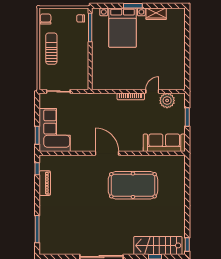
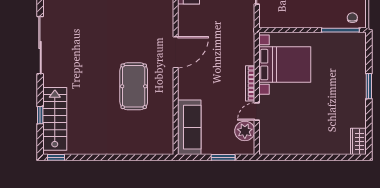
wardrobe: (156, 14) -> (358, 141), moved
bed with nightstands: (123, 28) -> (285, 65), moved, turned 180
door: (152, 91) -> (257, 112), swing flipped
pool table: (133, 185) -> (134, 86), width x0.73, depth x0.76

